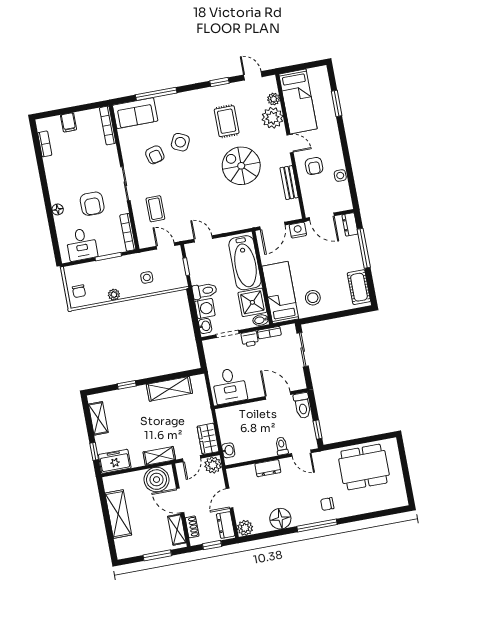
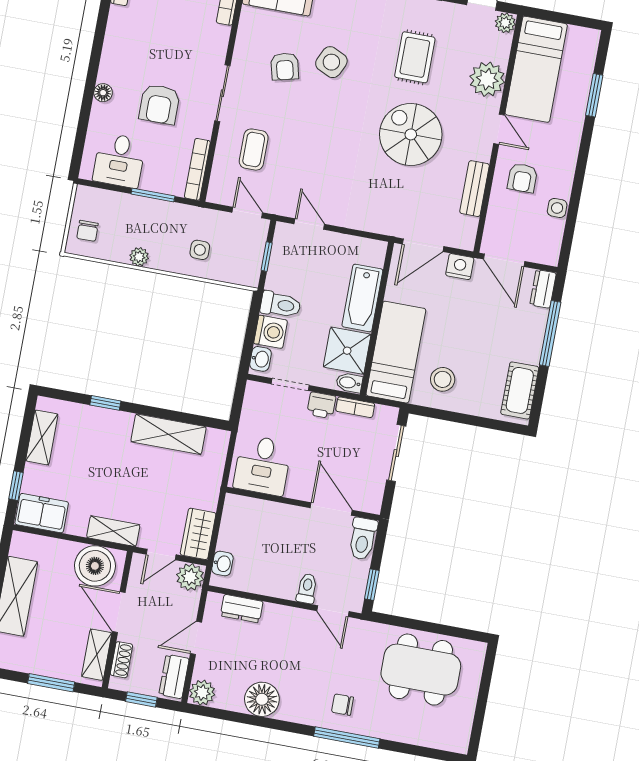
plant: (274, 99) -> (505, 23), moved
bathtub: (245, 263) -> (362, 298), width x0.73, depth x0.73
dresser: (268, 468) -> (242, 609), moved
window: (317, 525) -> (347, 738), moved

